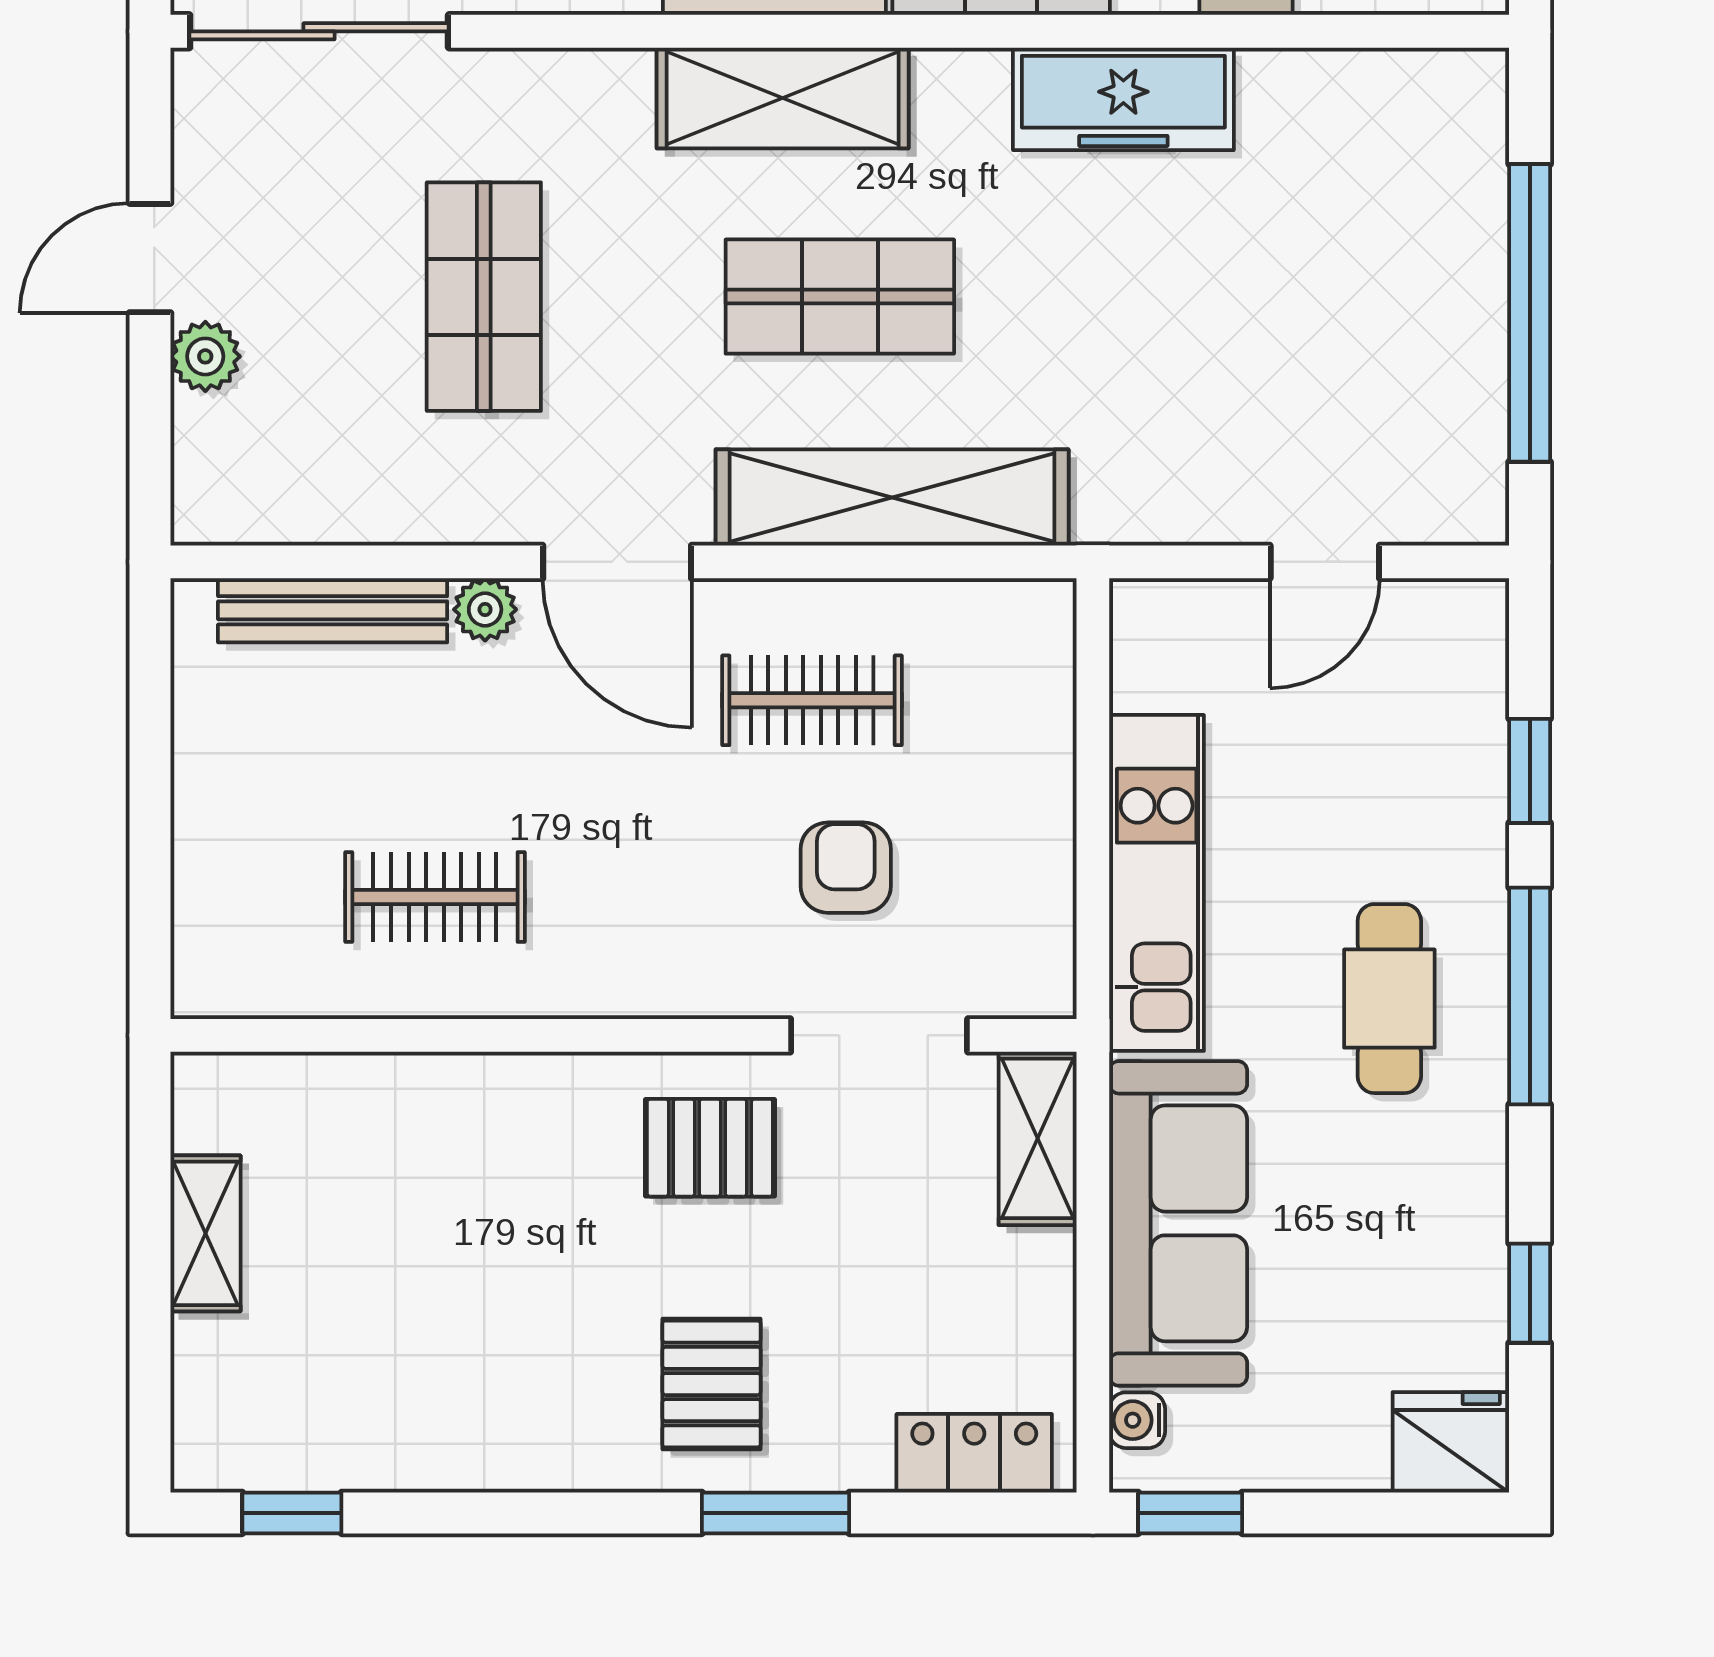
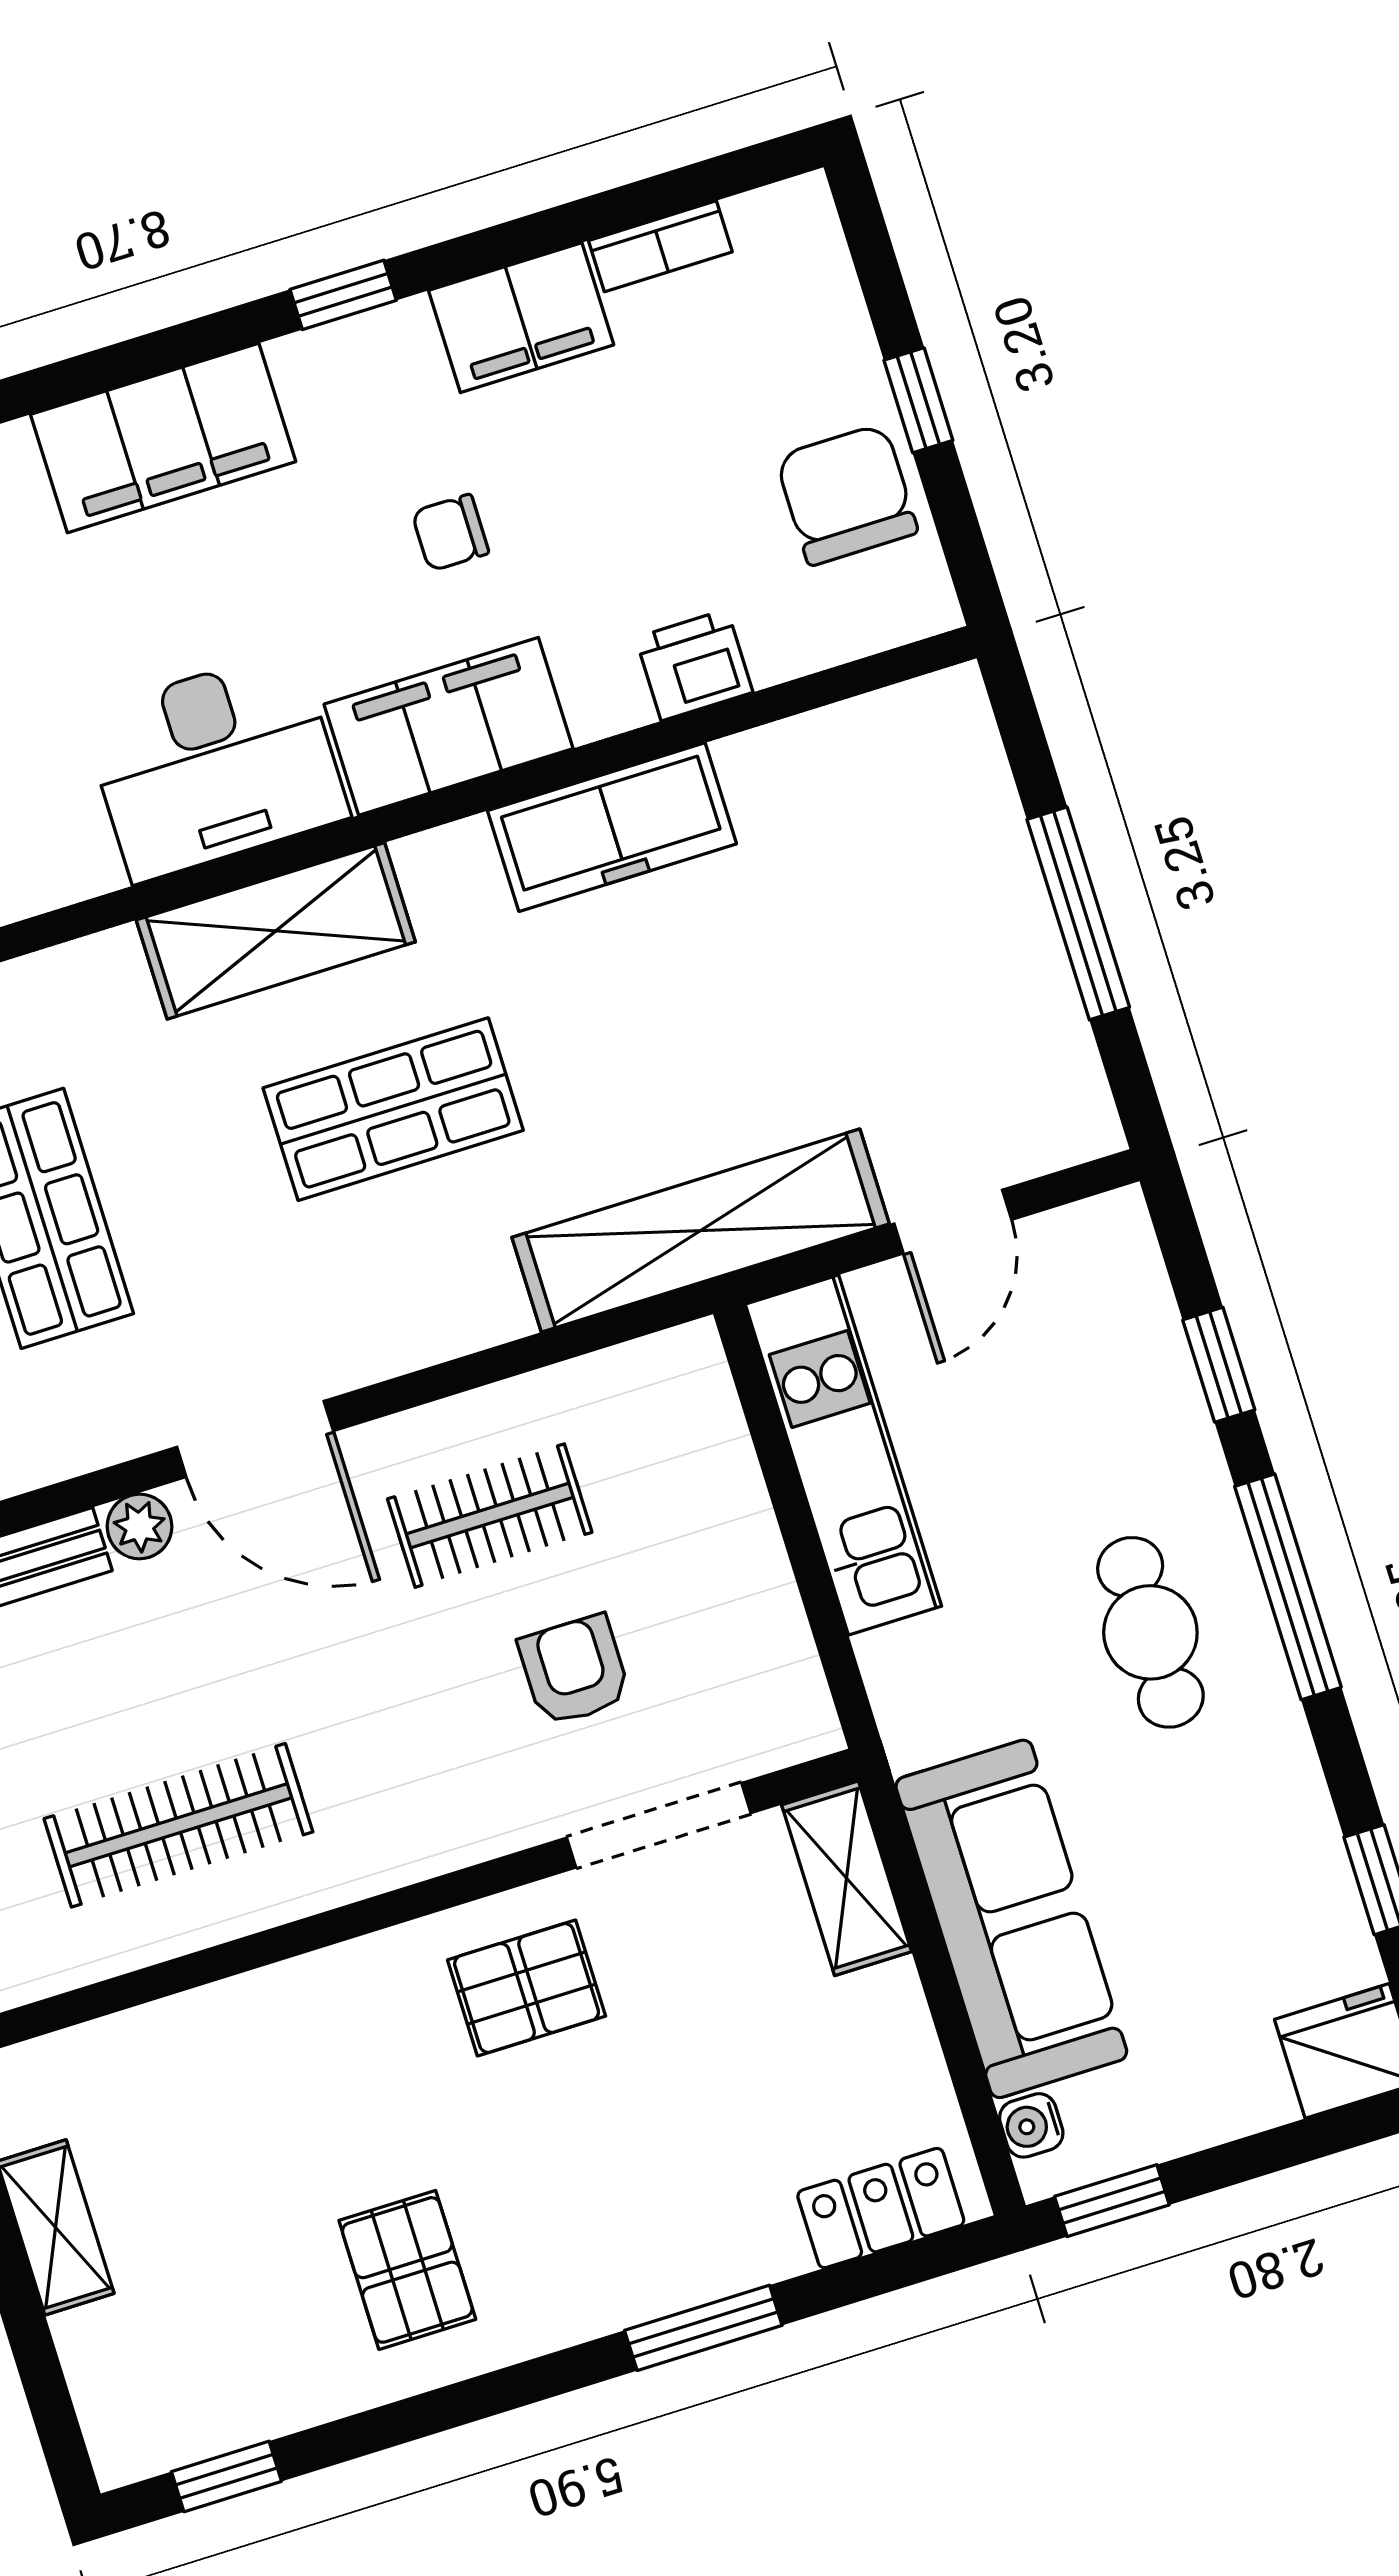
window: (1530, 313) -> (1078, 913), width x0.68
shelving: (892, 497) -> (701, 1231), moved
kitchen unit: (1157, 883) -> (843, 1455), moved
clothes rail: (435, 897) -> (178, 1825), width x1.36
pallet: (712, 1384) -> (407, 2270), moved

